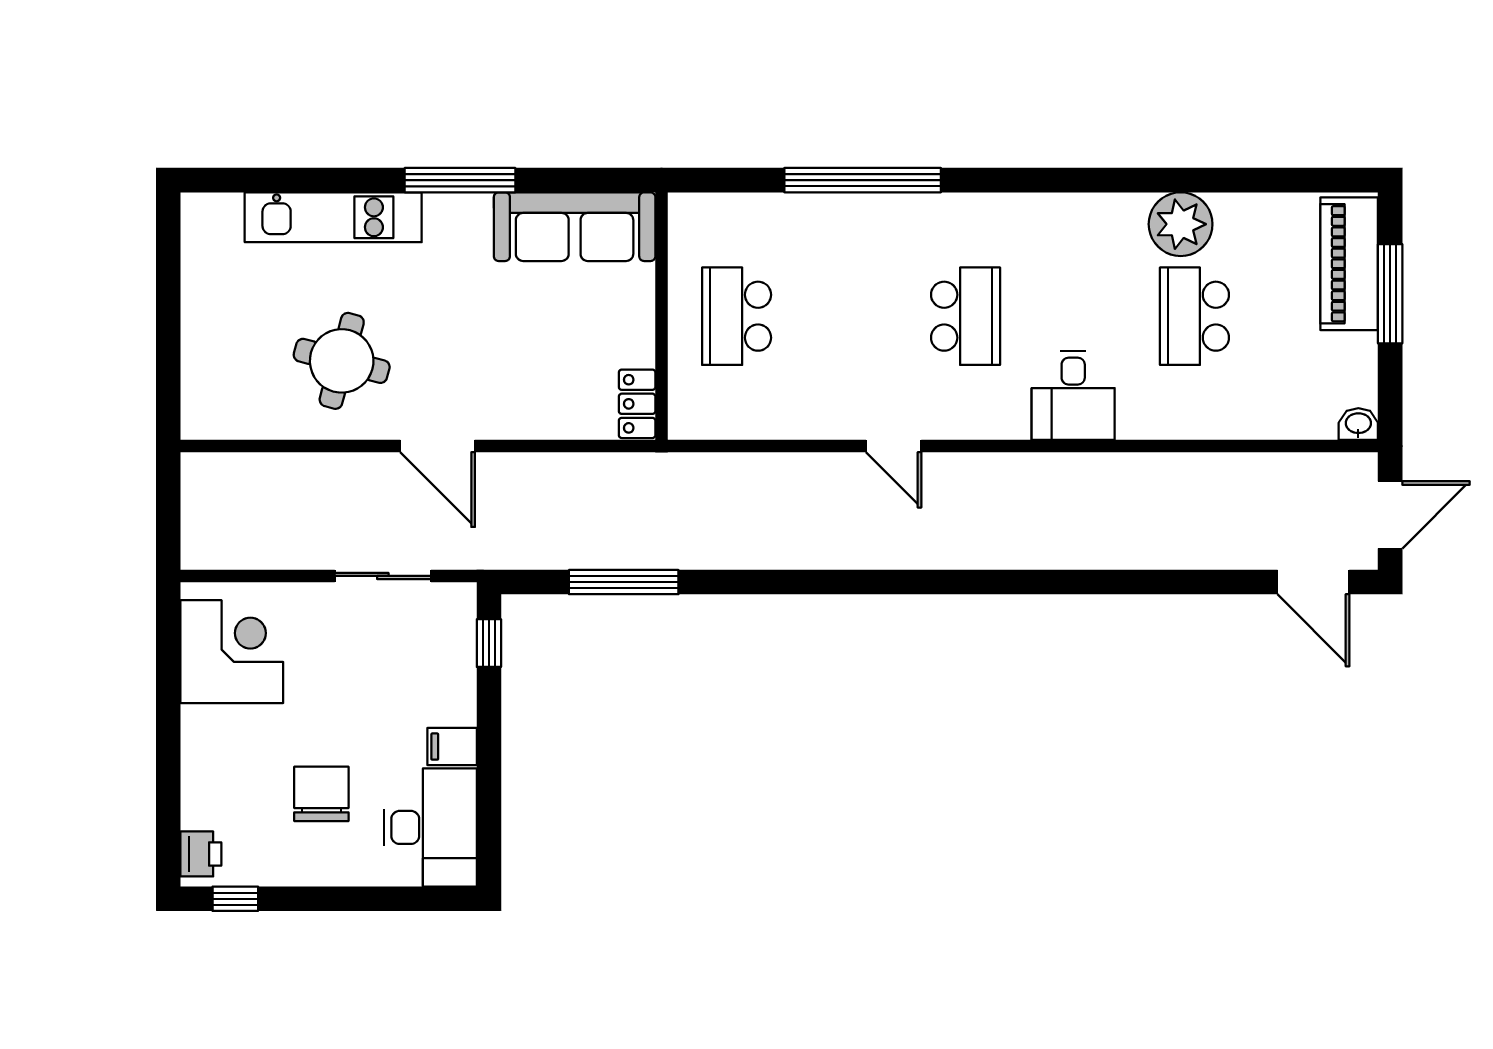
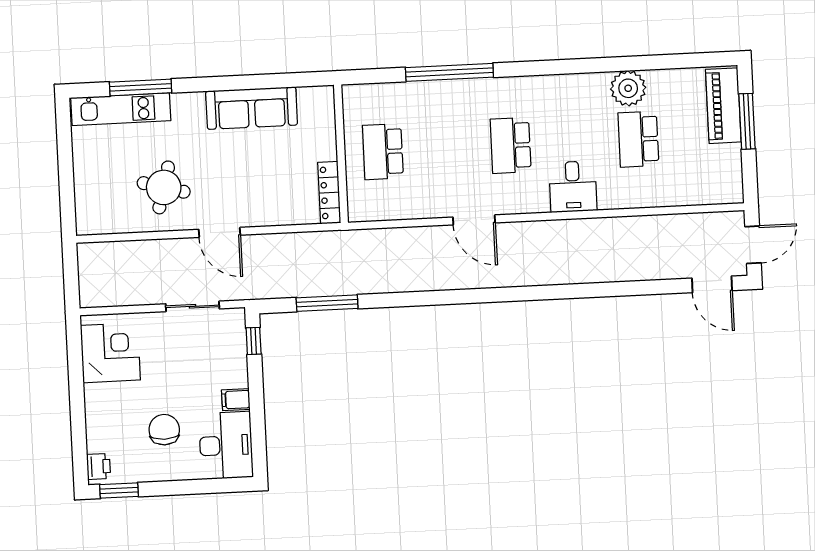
window: (460, 180) -> (141, 87), moved
kitchen unit: (333, 217) -> (121, 109), moved
sofa: (575, 227) -> (252, 108), moved
school desk: (966, 316) -> (511, 145), turned 180
locker: (637, 404) -> (329, 193), width x1.53
washbasin: (1358, 424) -> (733, 195), removed
door: (894, 446) -> (474, 220), width x1.38
window: (235, 899) -> (119, 490), width x1.50

